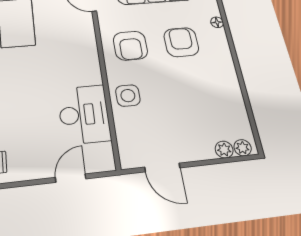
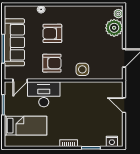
desk: (84, 114) -> (44, 94), moved
plant: (224, 150) -> (114, 28), width x1.88, depth x1.88

